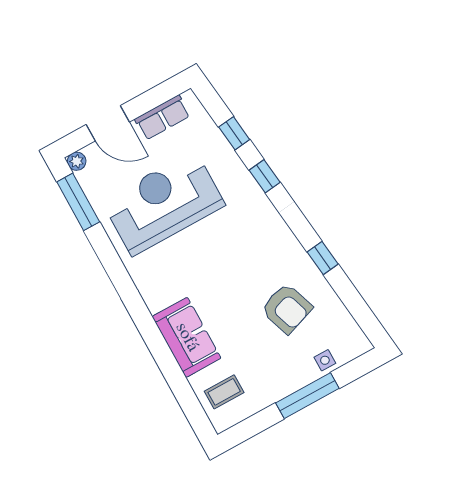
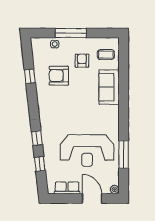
window: (78, 202) -> (124, 154), moved
window: (323, 258) -> (30, 76), moved
armchair: (287, 308) -> (59, 76), turned -71
armchair: (261, 358) -> (82, 61), added

